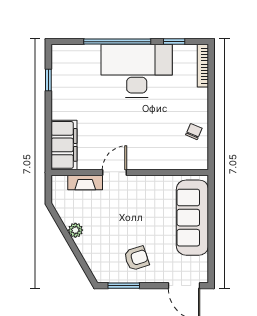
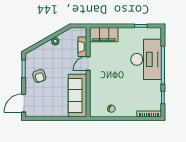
desk: (137, 71) -> (146, 59), moved
door: (114, 172) -> (88, 63), swing flipped
sofa: (192, 218) -> (78, 96), moved, turned -90

